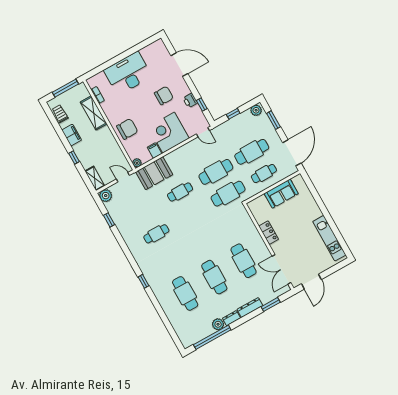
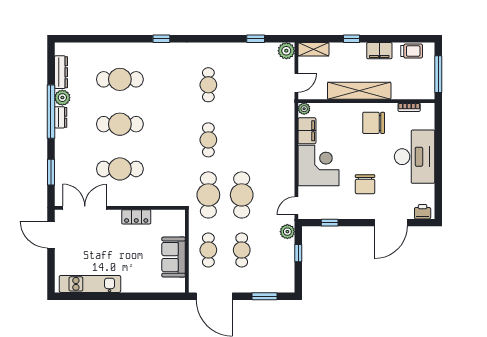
printer: (190, 100) -> (423, 212), moved
plant: (256, 110) -> (287, 232), moved
shelving: (94, 113) -> (359, 91), moved, width x1.47
chair: (127, 129) -> (374, 123), moved, turned 90
filing cabinet: (155, 150) -> (307, 131), width x2.00
cafe table: (252, 152) -> (242, 250), width x0.73, depth x0.74
booth: (154, 173) -> (281, 122), removed
cafe table: (180, 192) -> (208, 140), moved
dresser: (250, 307) -> (61, 72), moved
window: (212, 337) -> (51, 112), moved

